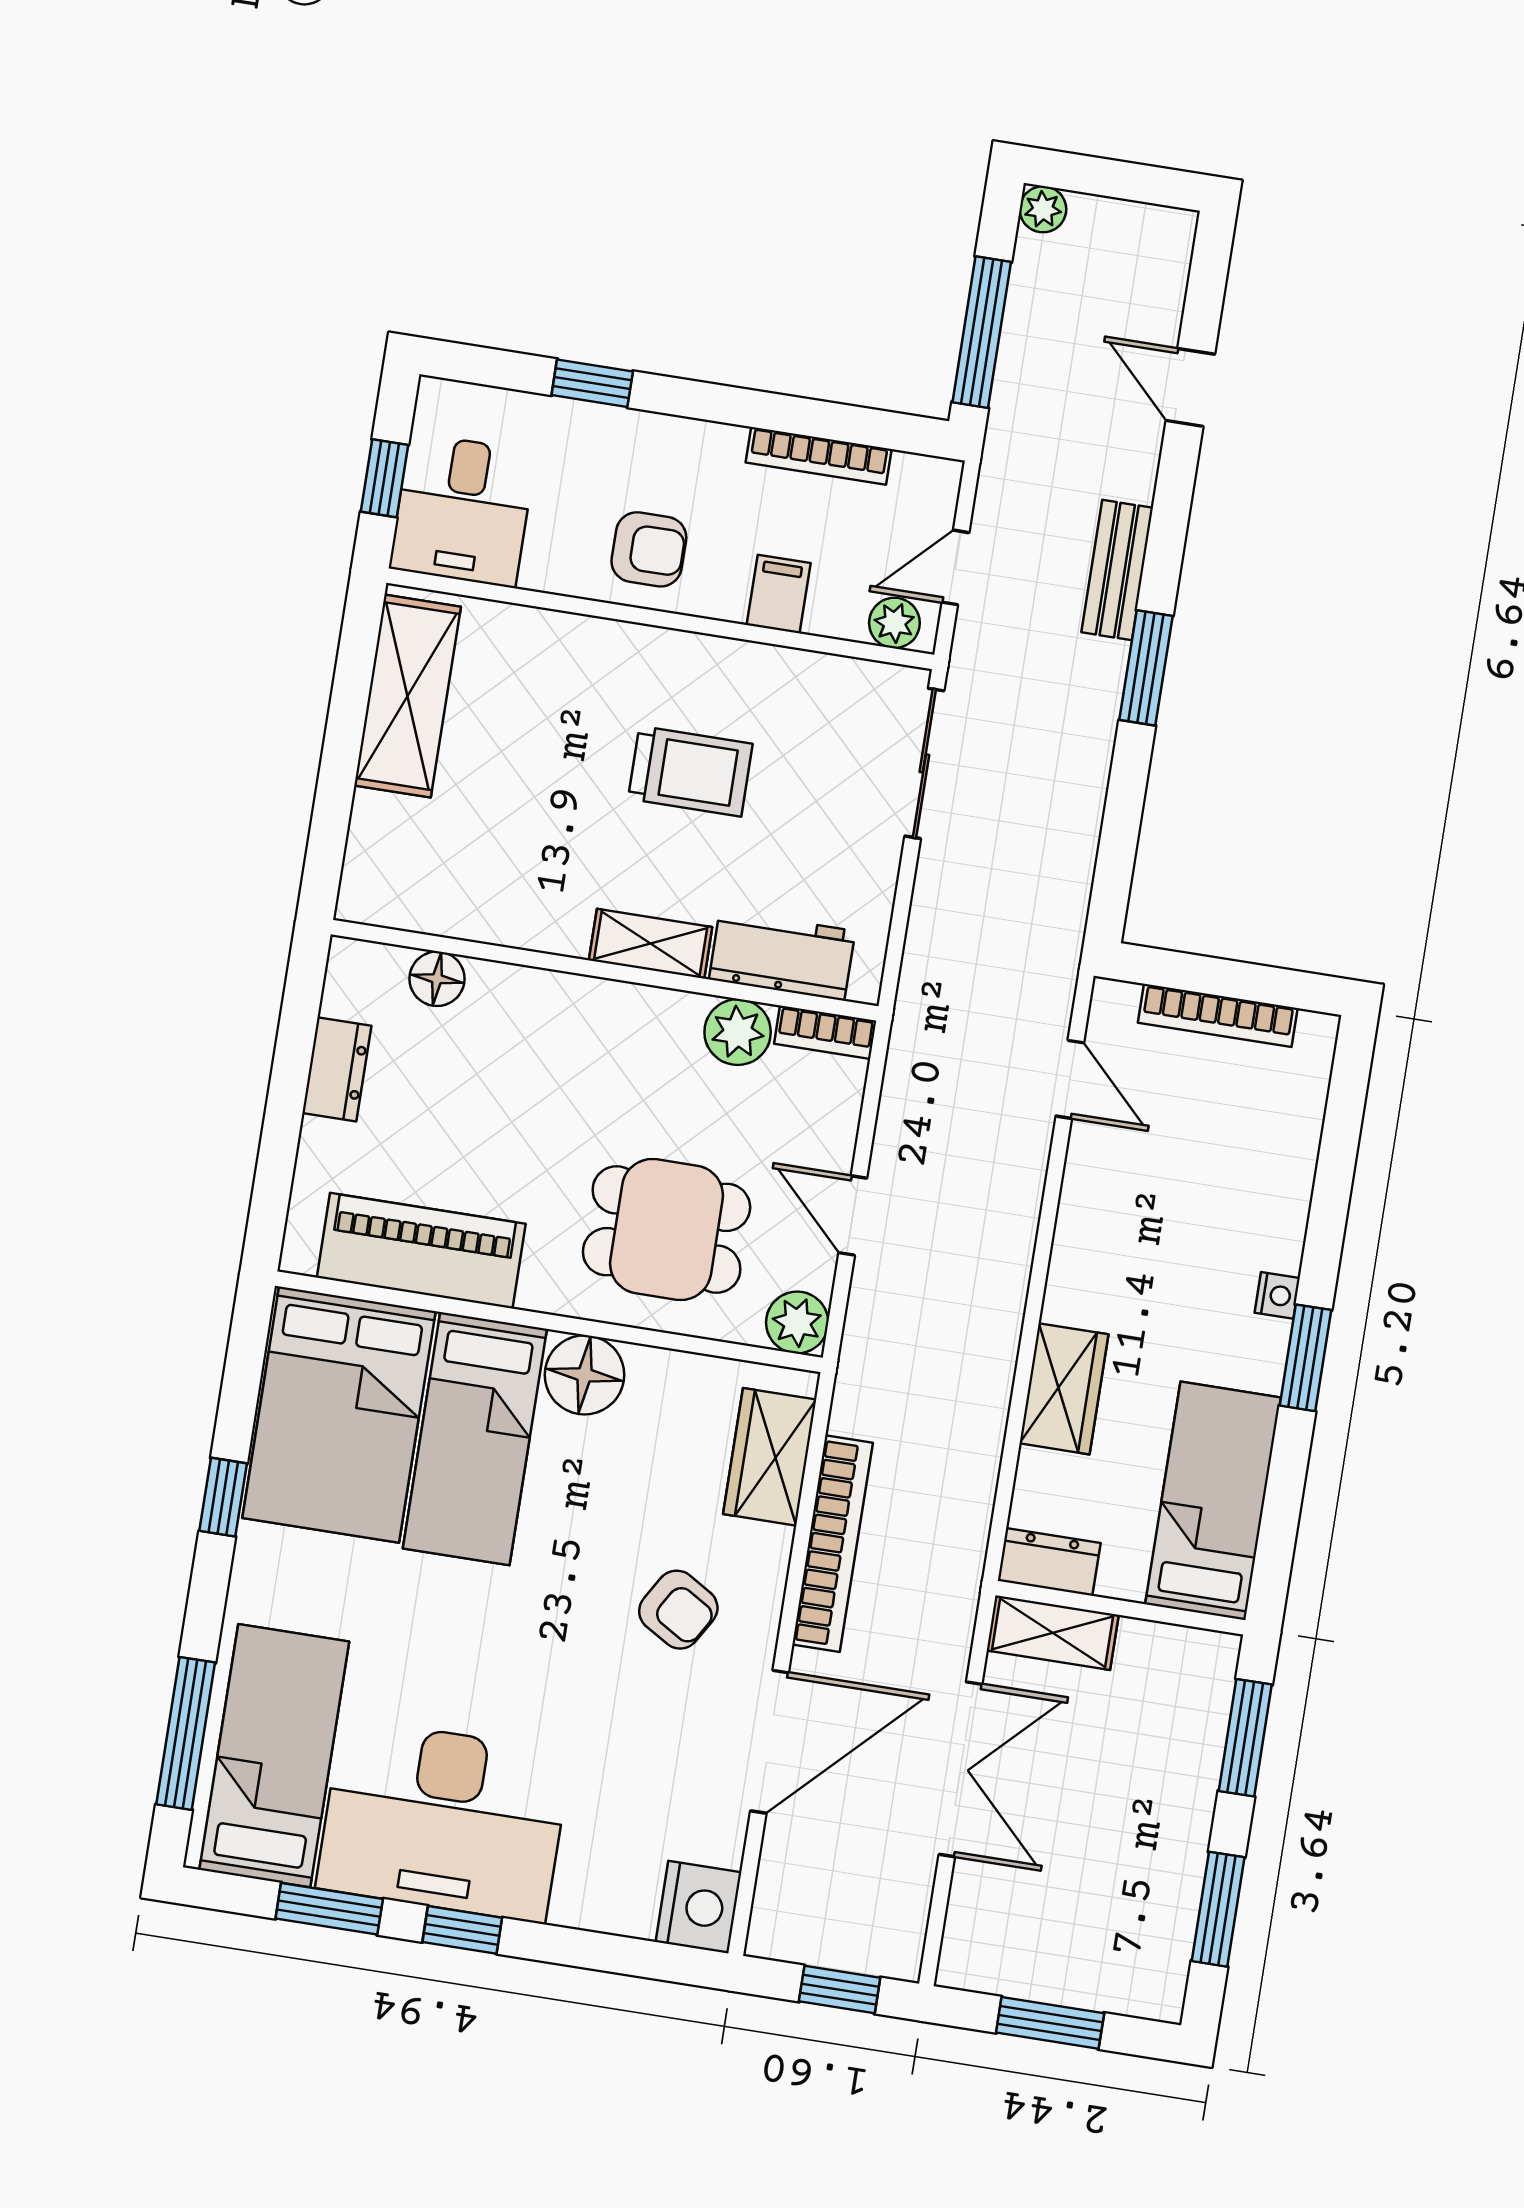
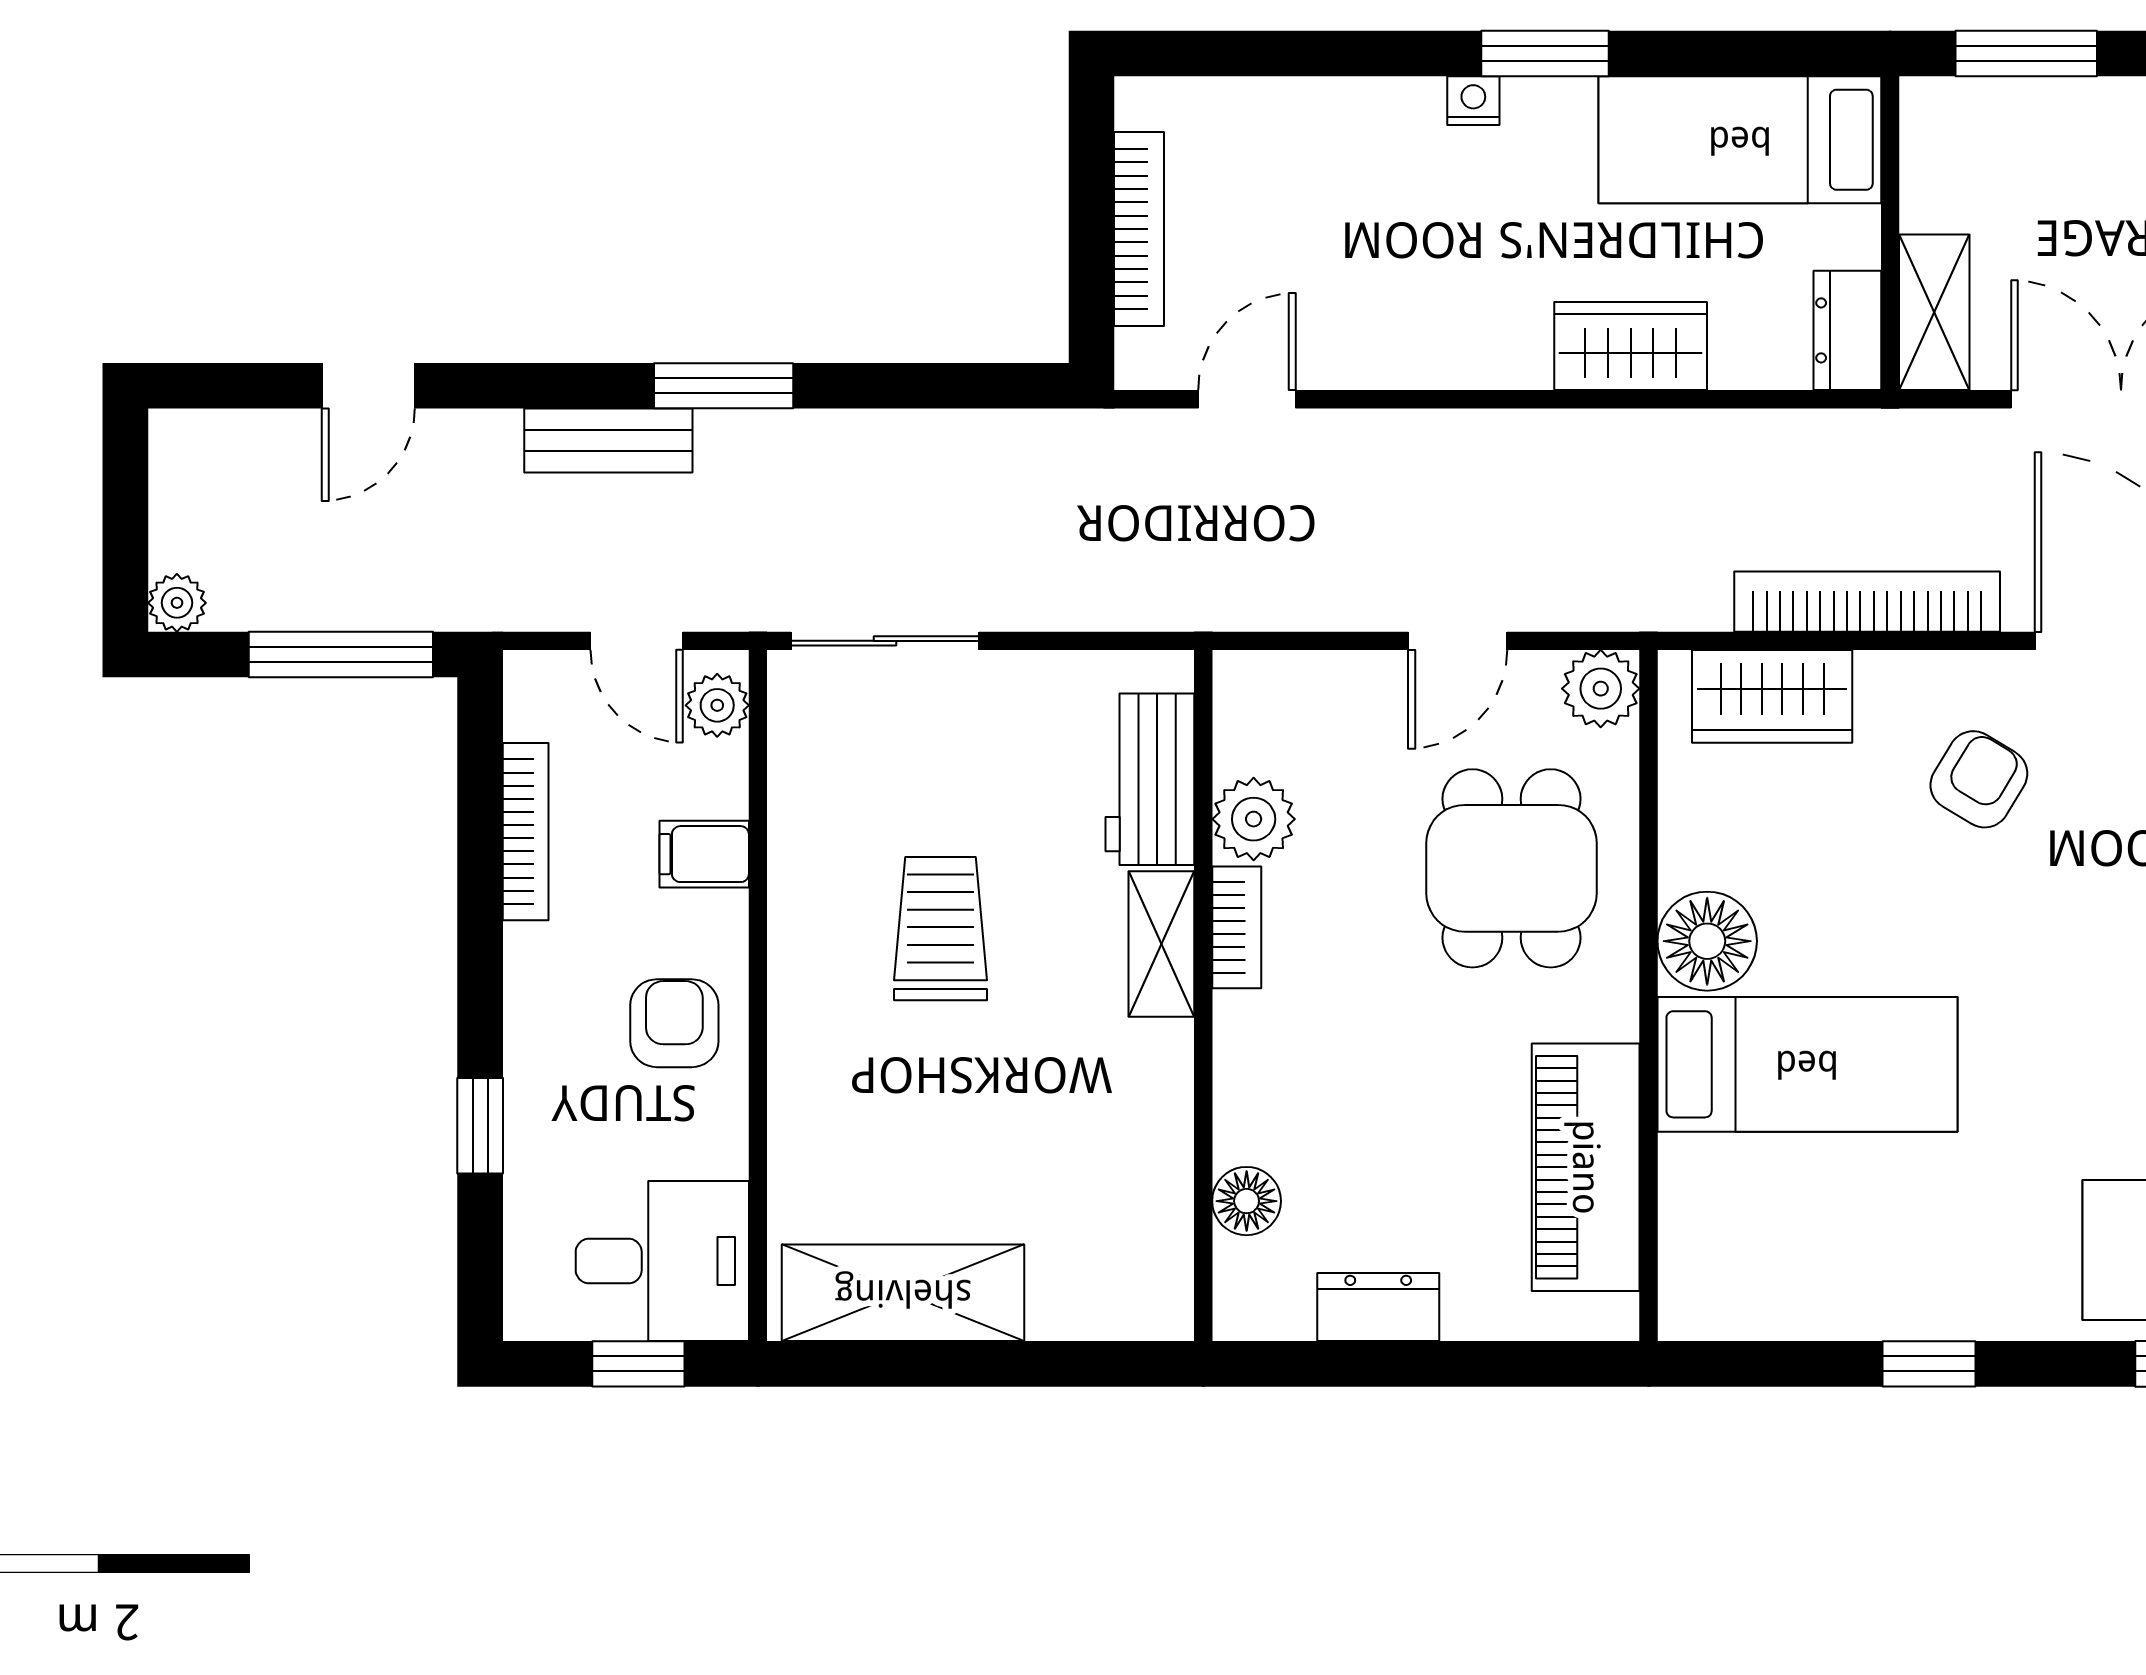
bookcase: (825, 1032) -> (1237, 927), moved
bed: (339, 1415) -> (1804, 1237), removed

